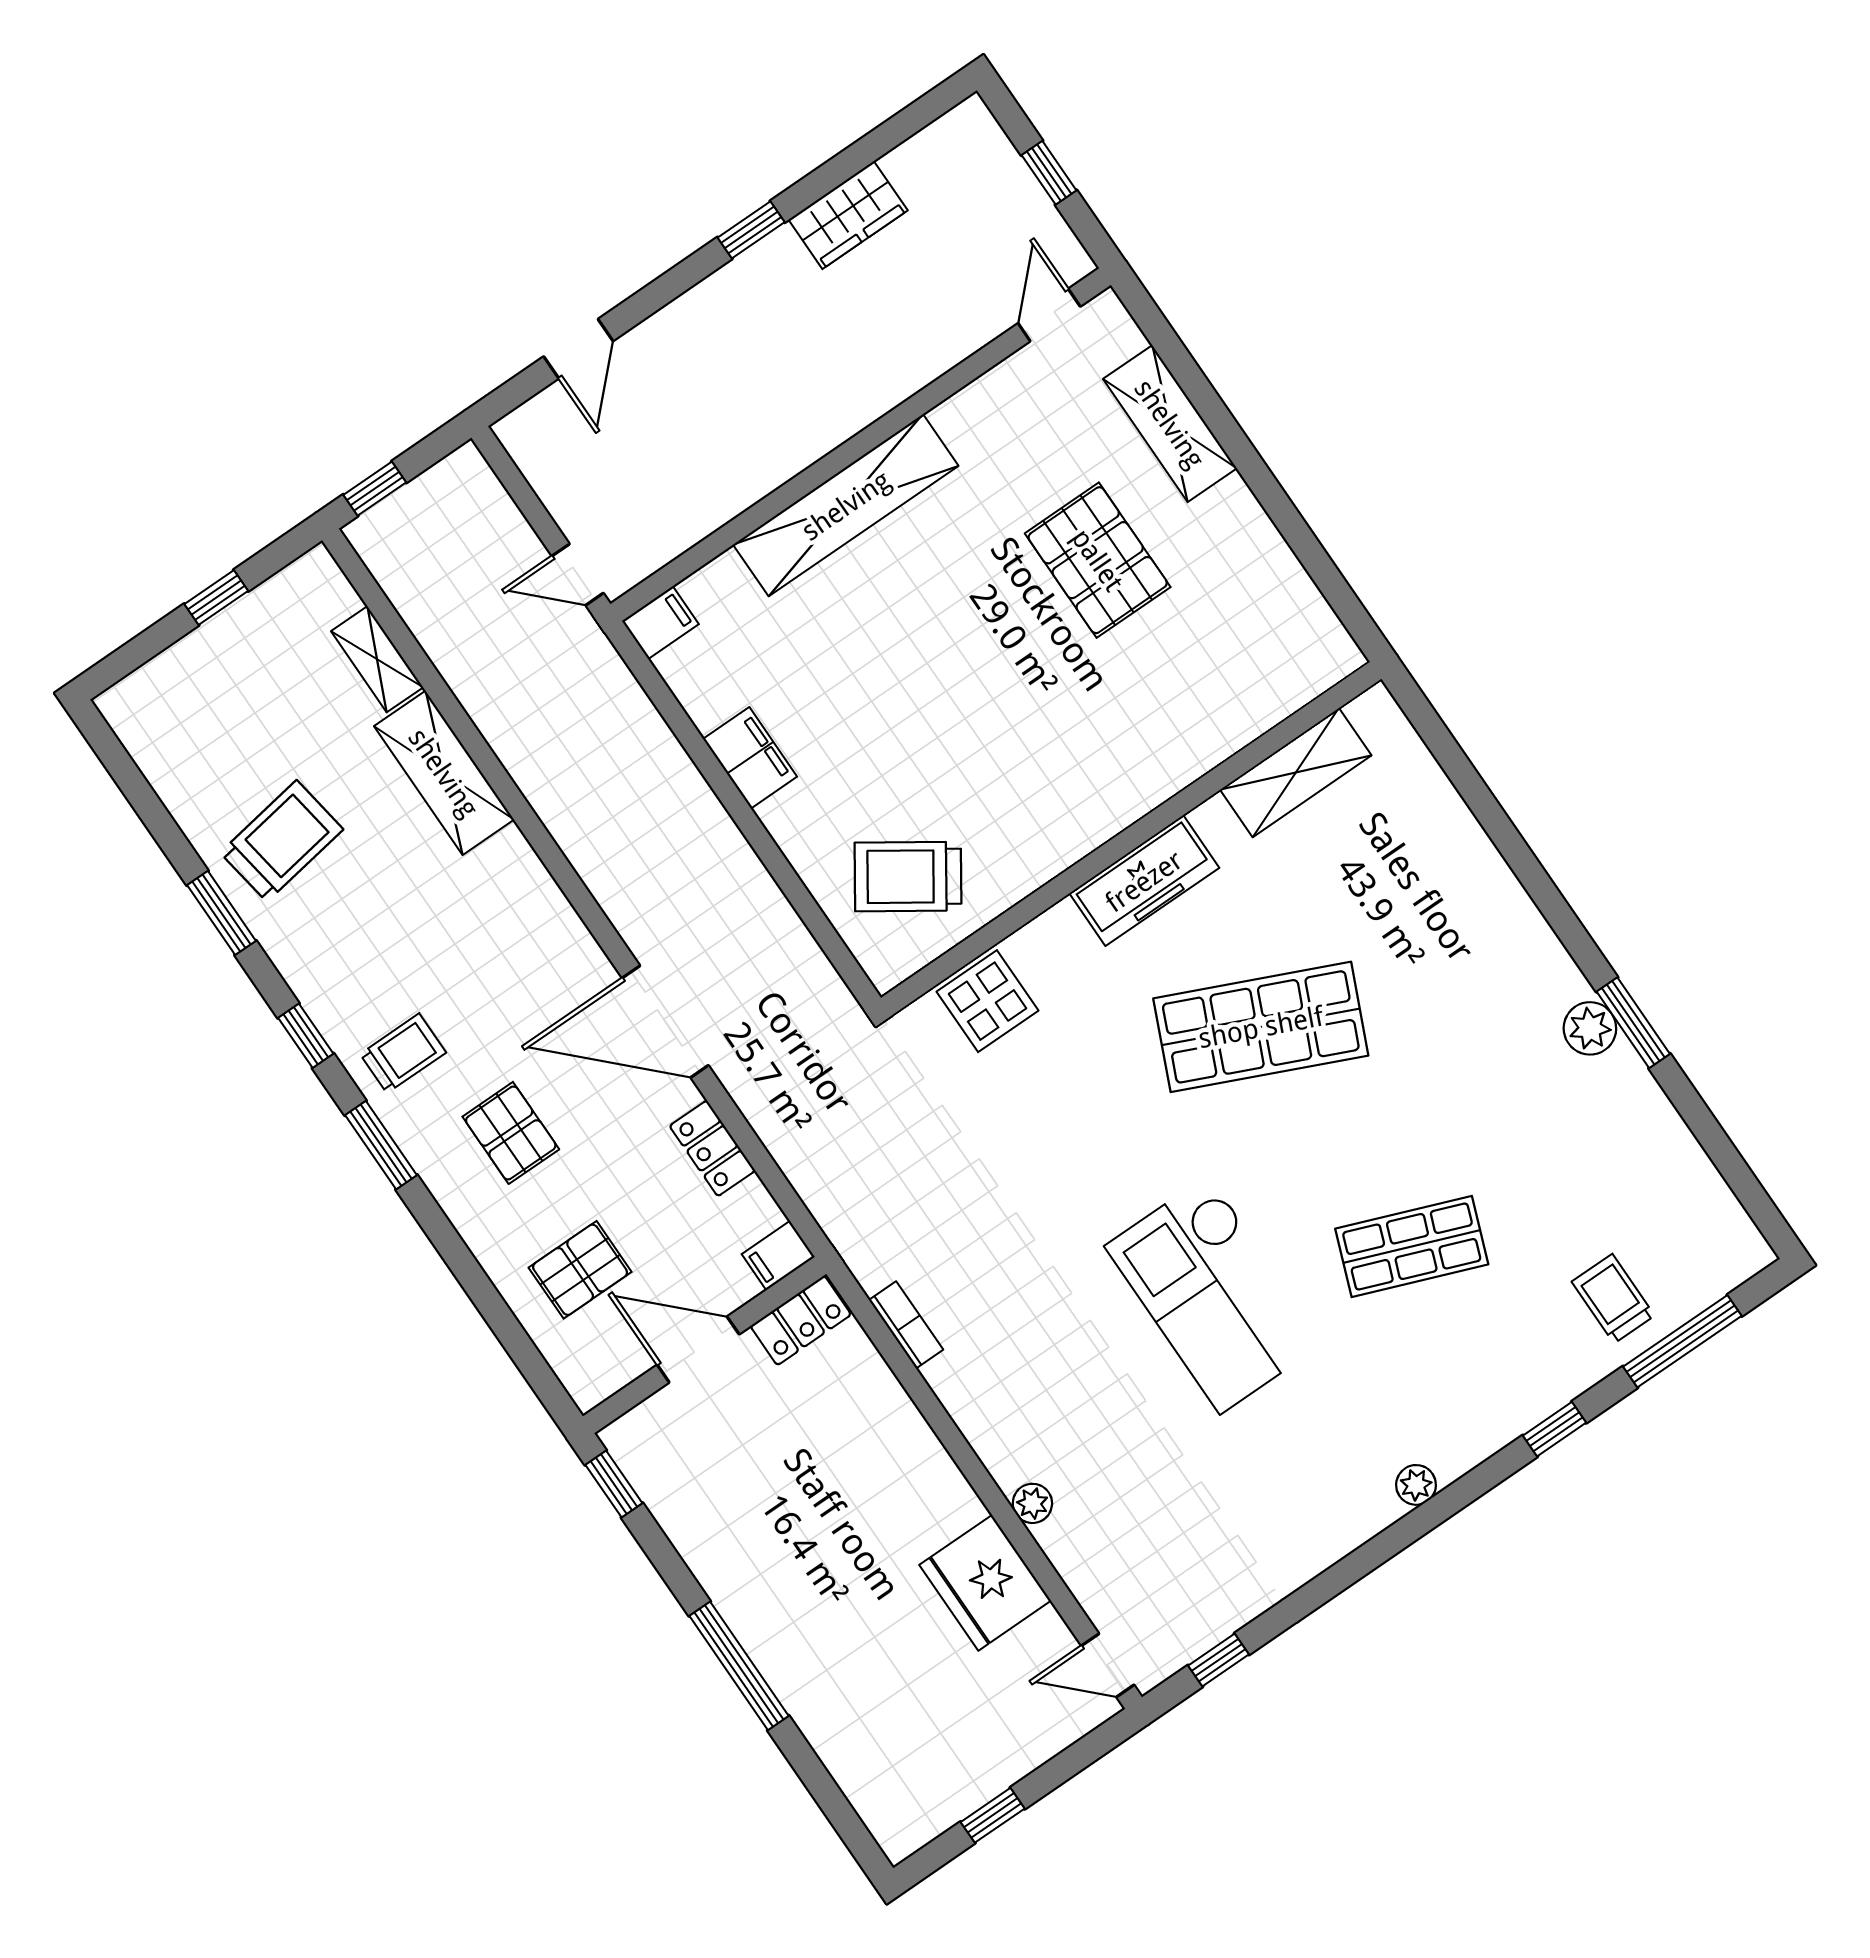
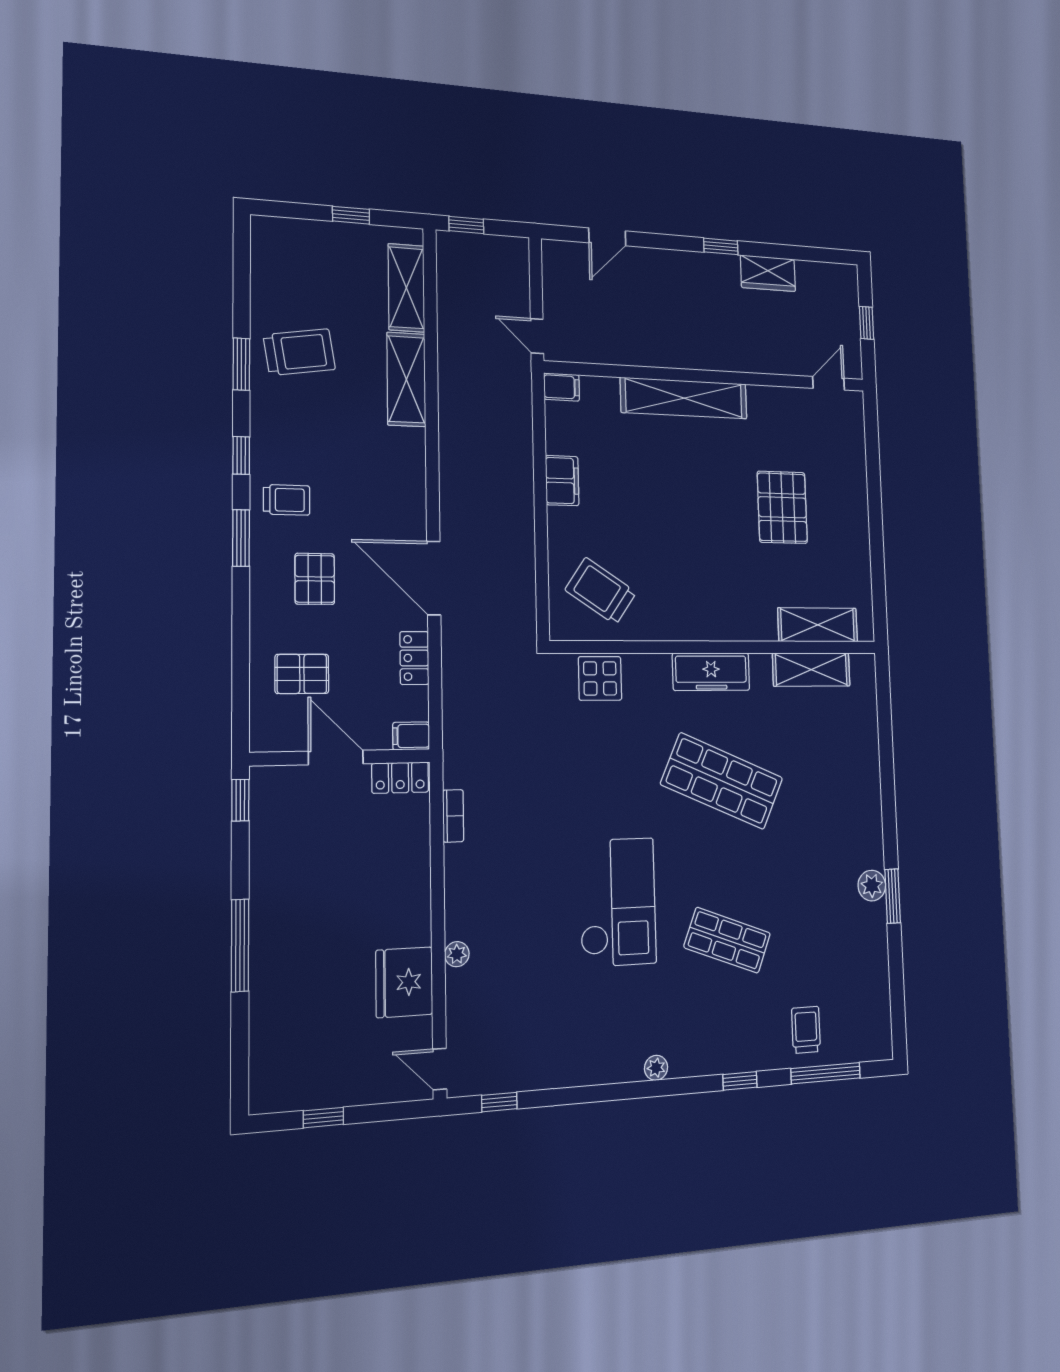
shelving: (1170, 424) -> (818, 625), moved, turned 90
shelving: (377, 659) -> (406, 288), width x1.50, depth x1.33
checkout: (1214, 1294) -> (618, 902), turned 180

